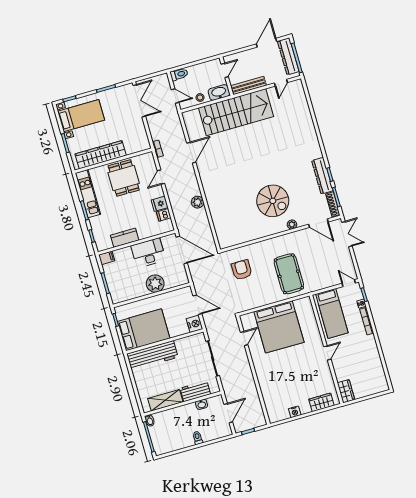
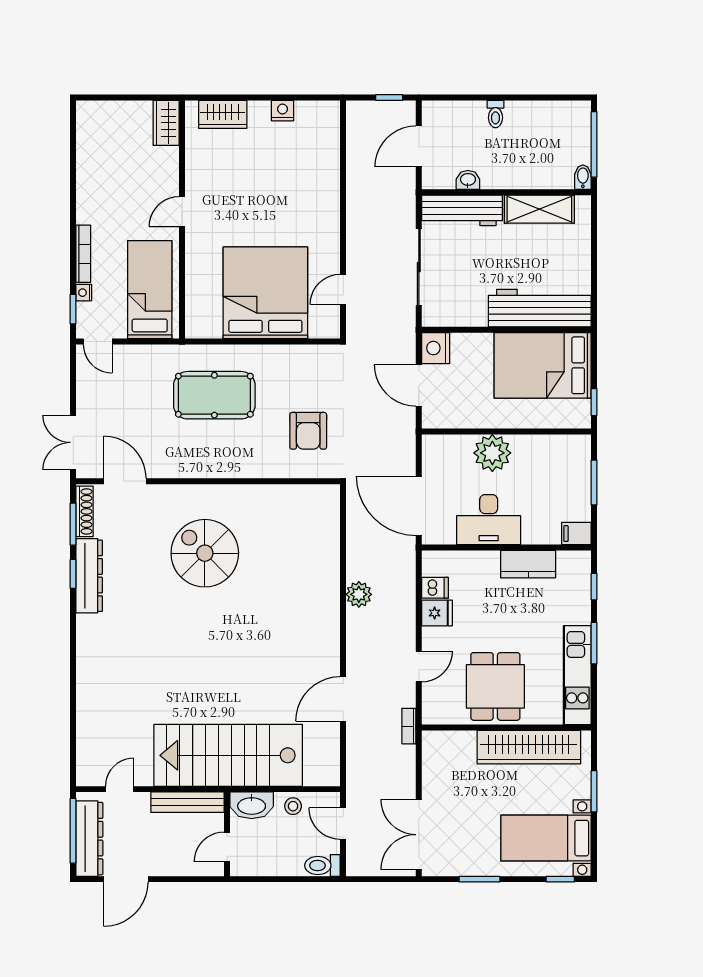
plant: (292, 224) -> (179, 494), removed
pool table: (289, 274) -> (214, 395), turned 90
workbench: (195, 391) -> (462, 210), width x1.38

